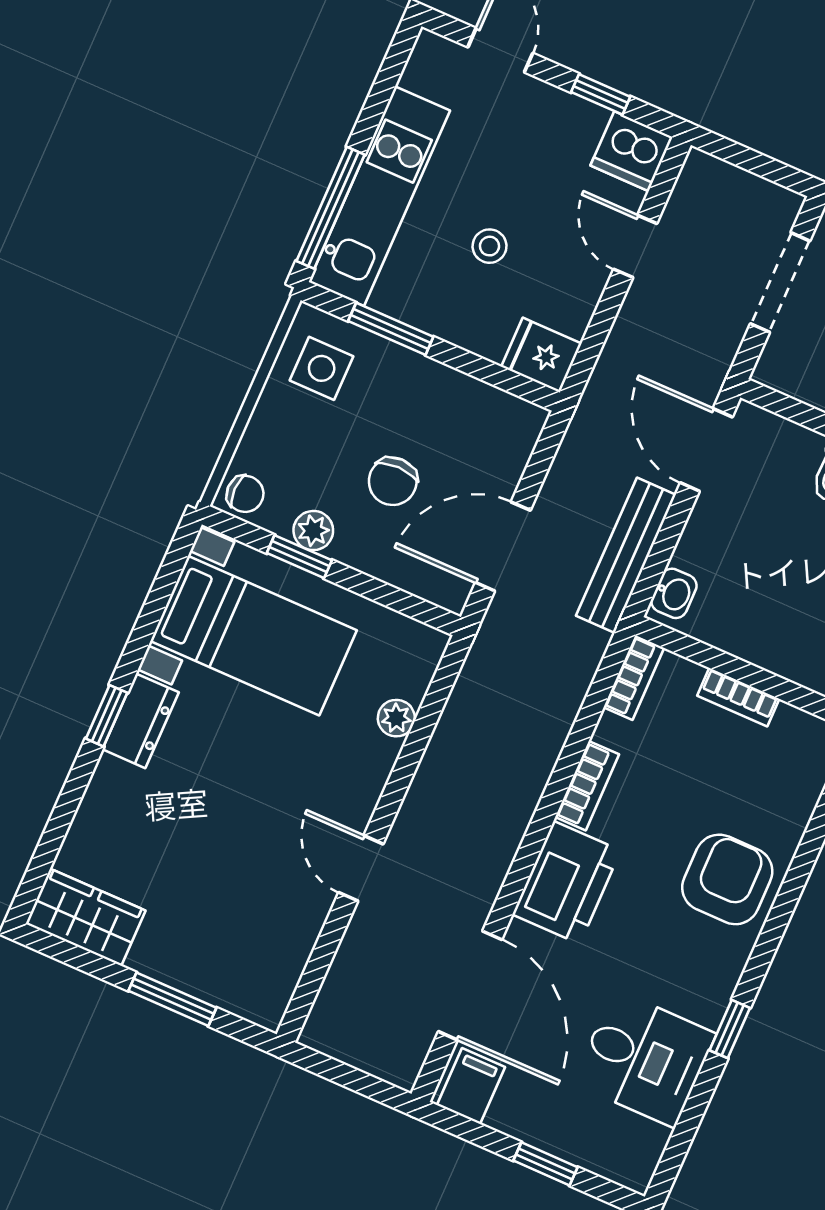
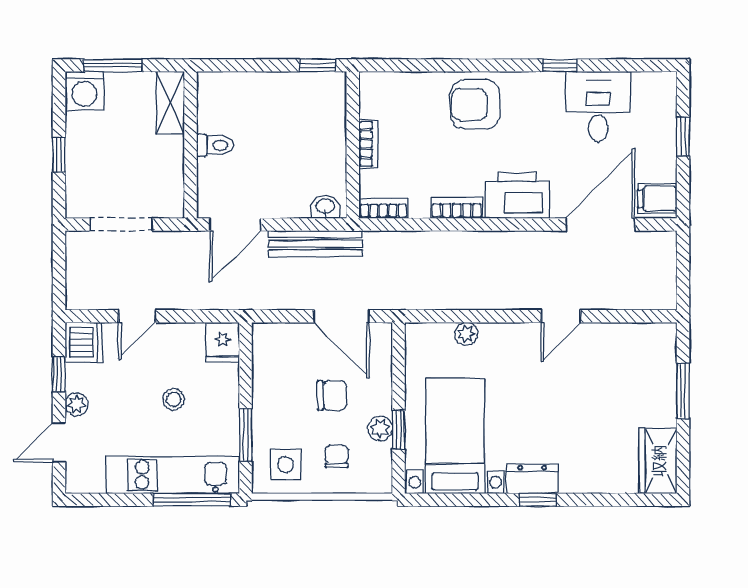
plant: (545, 101) -> (77, 404), added
chair: (245, 494) -> (337, 456), moved

